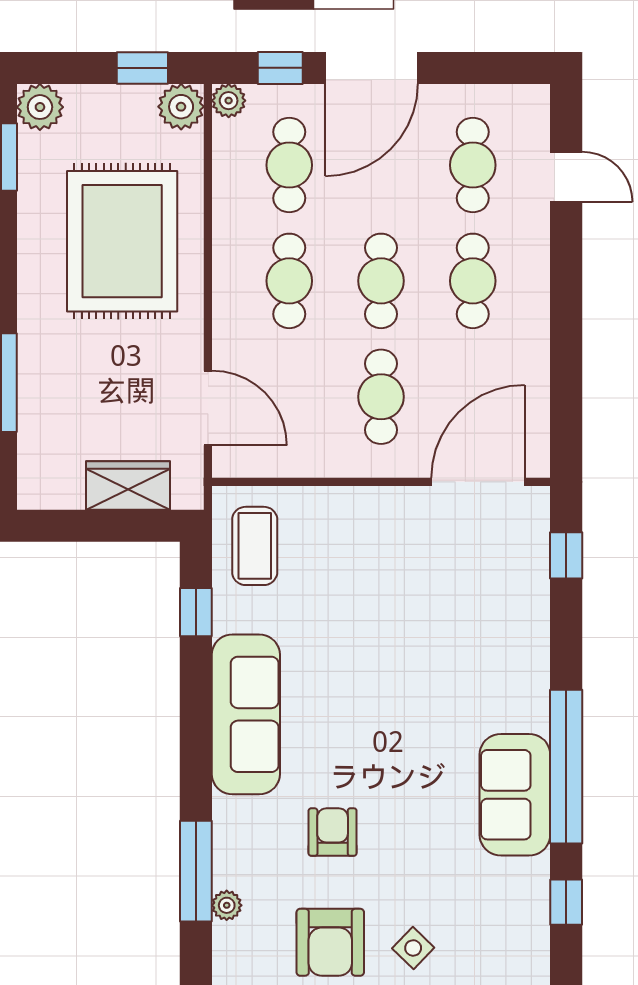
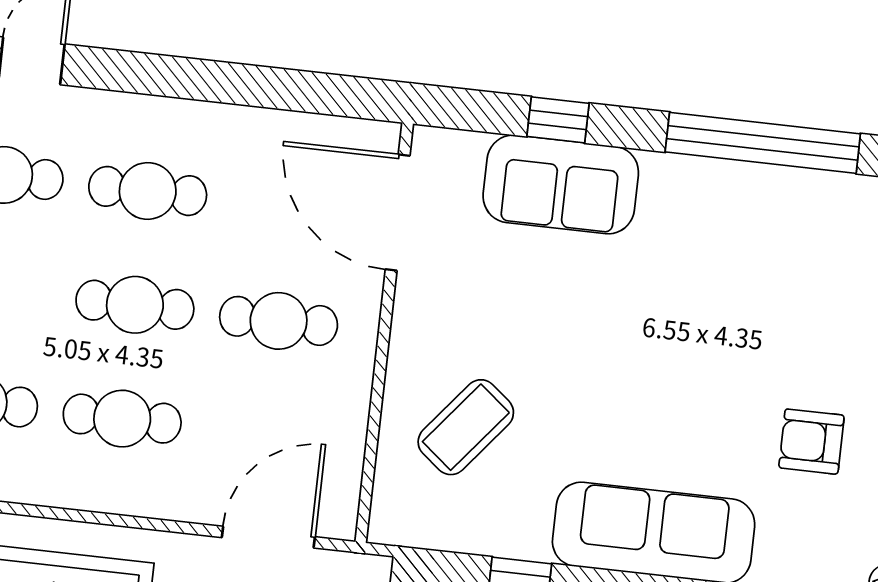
coffee table: (255, 546) -> (466, 427), moved, turned -51
window: (566, 555) -> (558, 120), moved
sofa: (515, 795) -> (561, 184), moved

